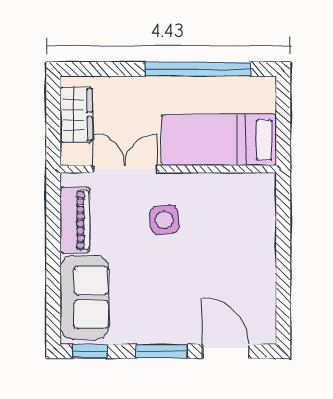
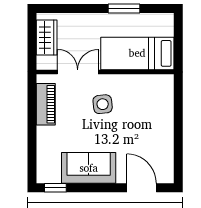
window: (198, 69) -> (124, 8), width x0.47
sofa: (85, 297) -> (89, 168), moved, turned -90
window: (162, 351) -> (101, 188), removed

